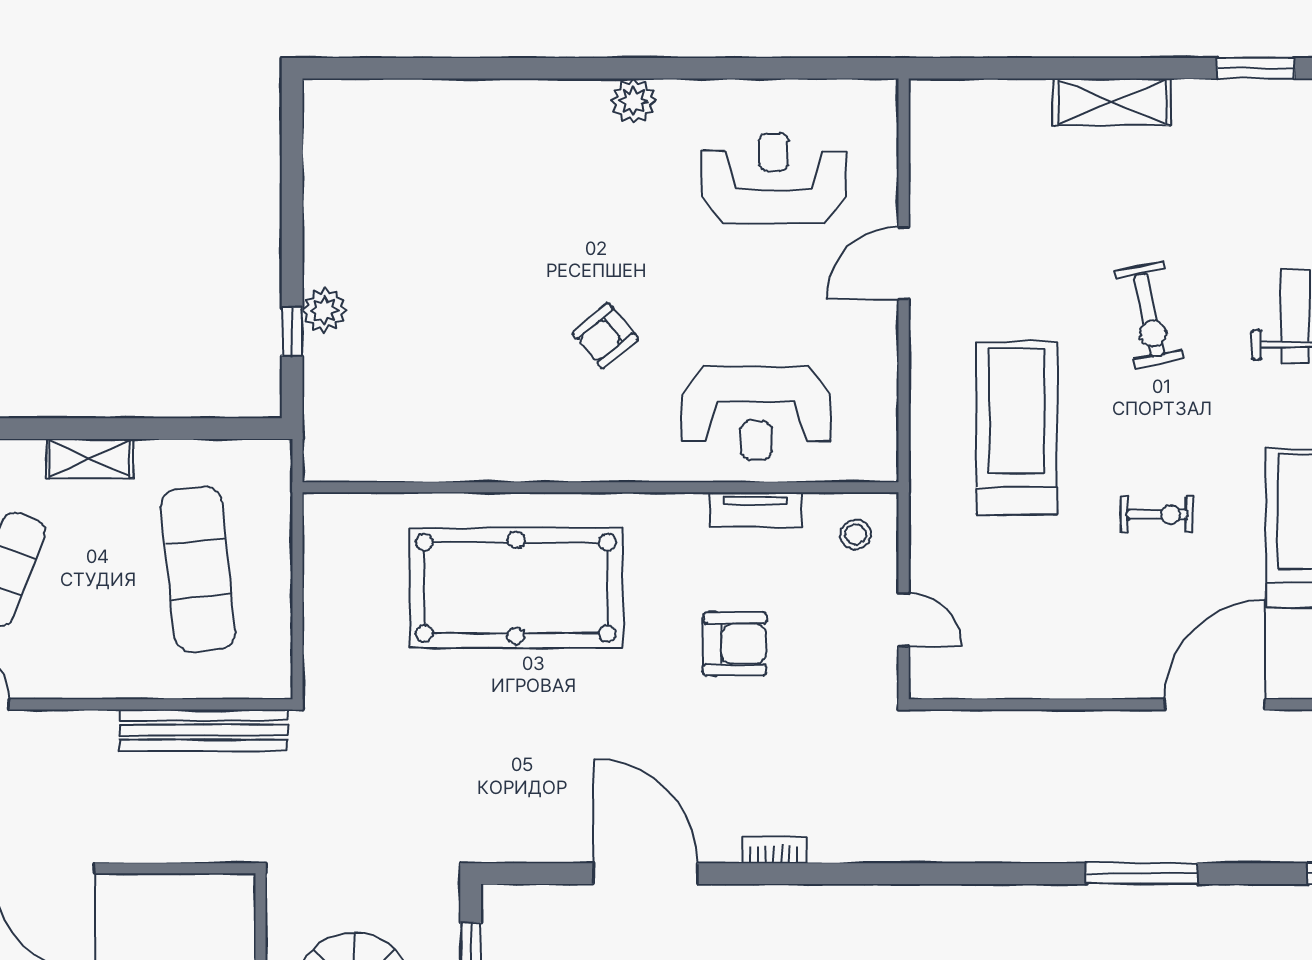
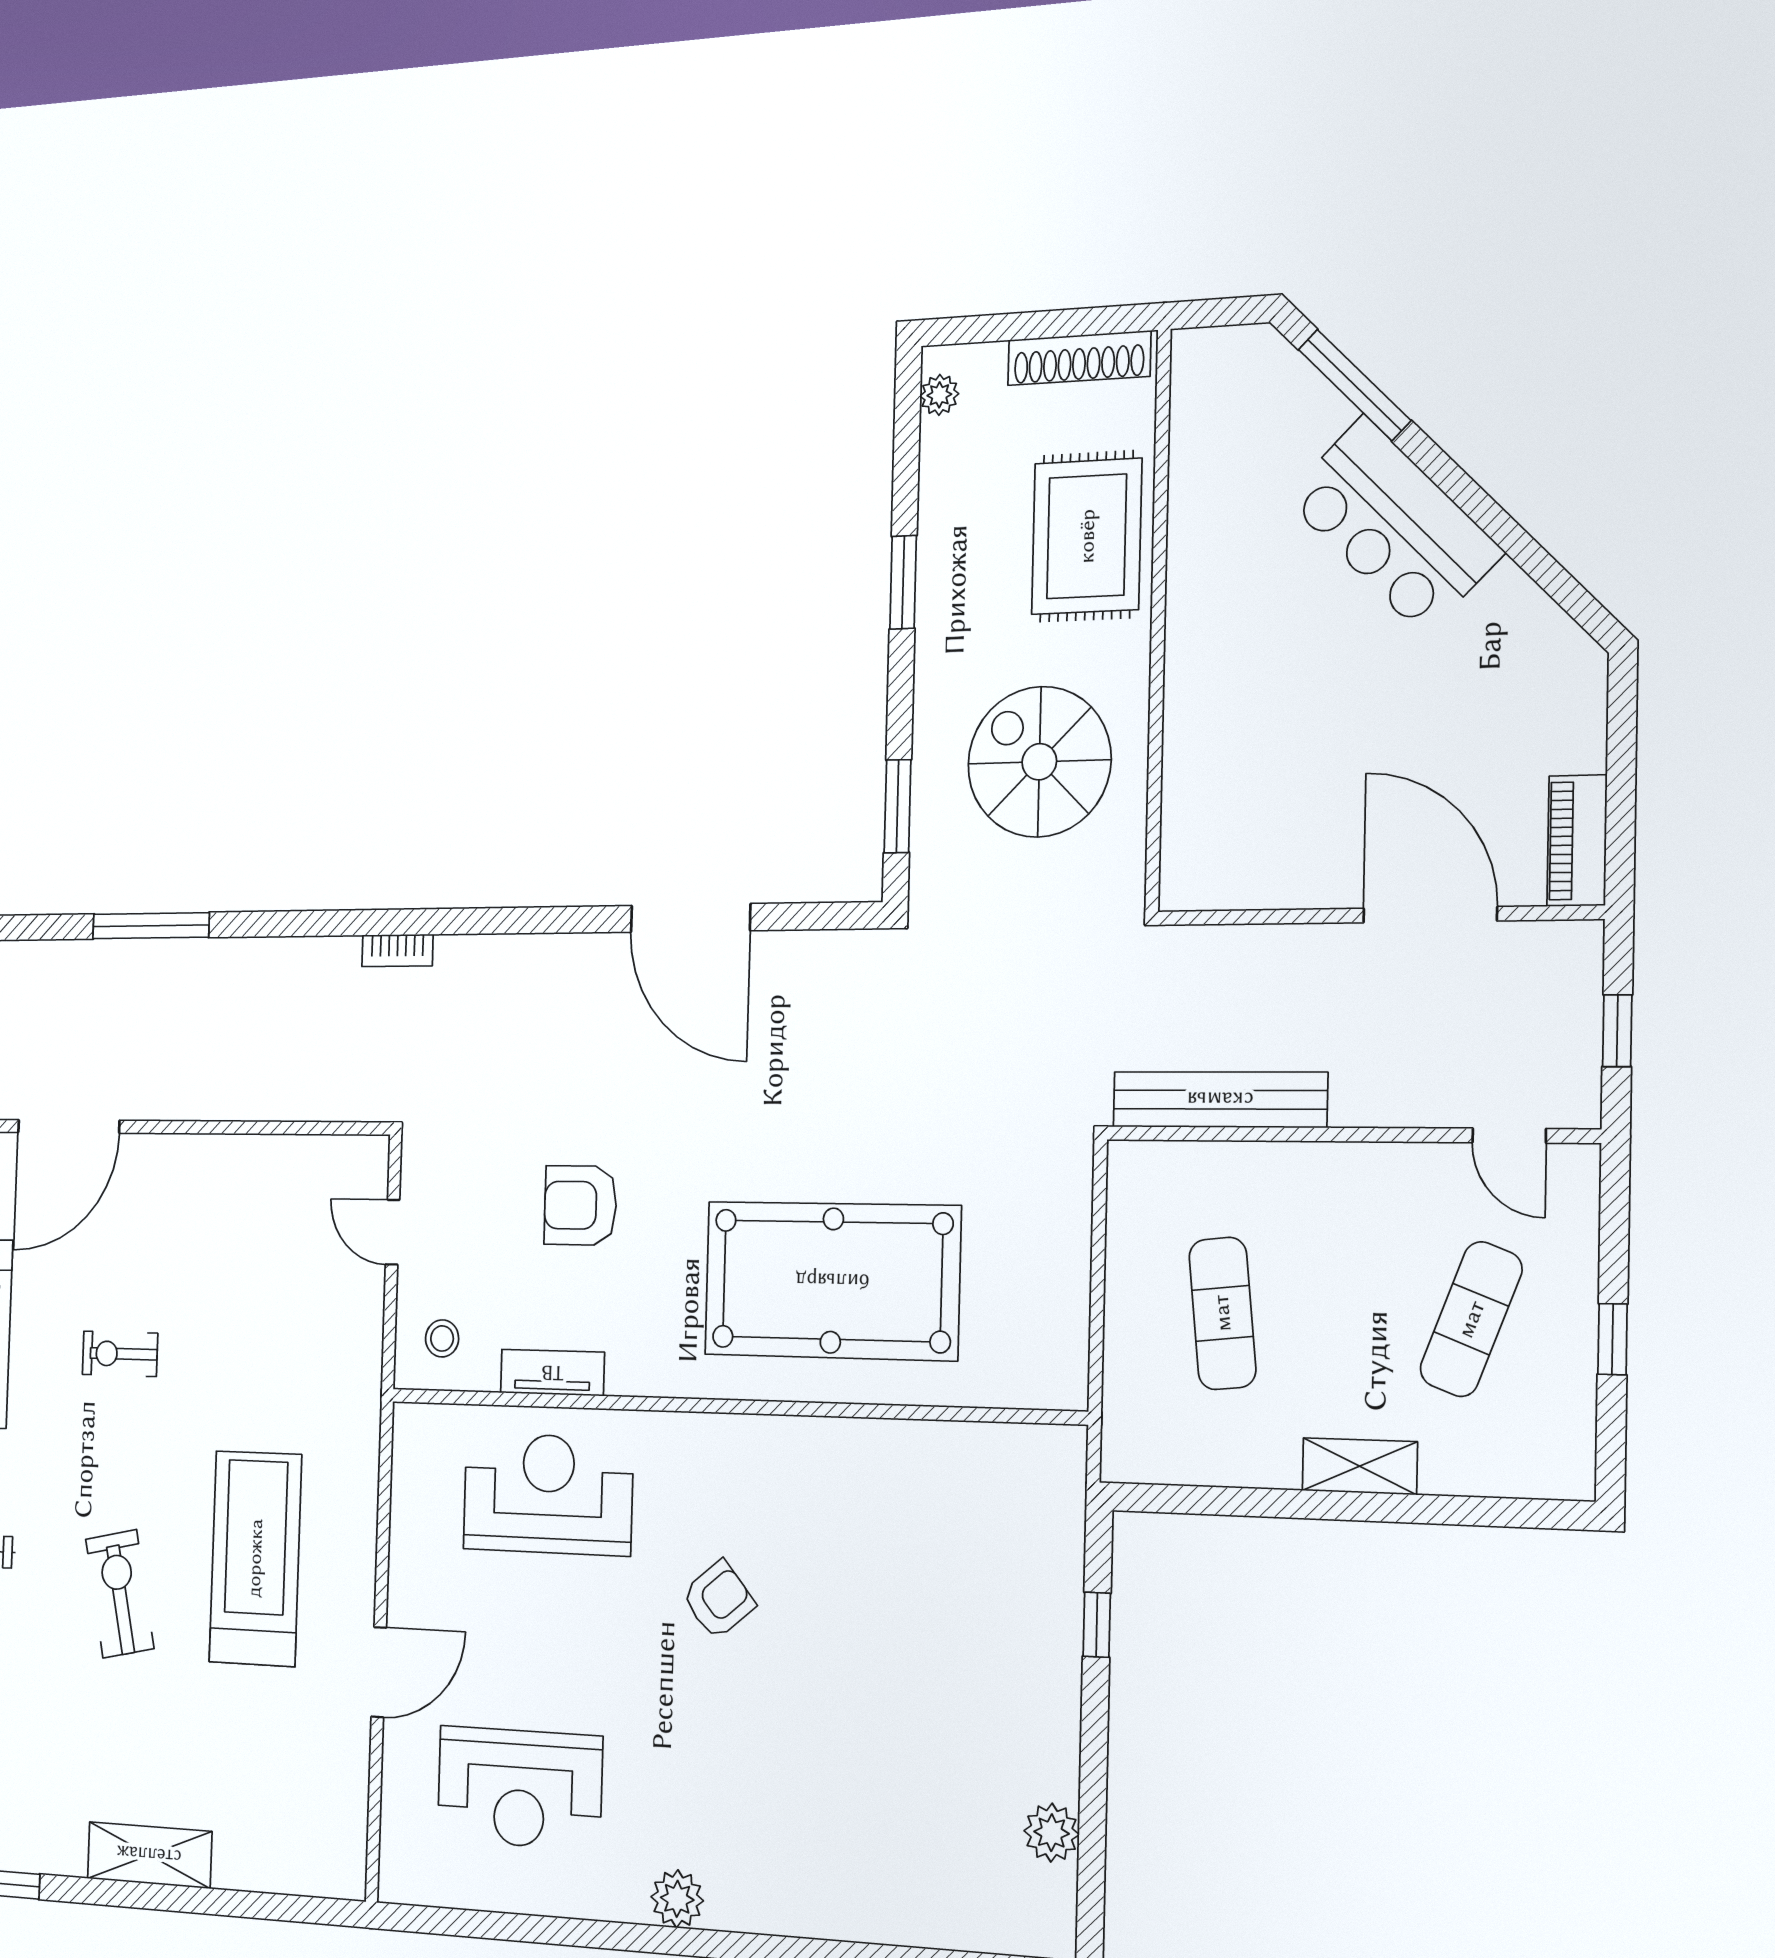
plant: (325, 310) -> (1052, 1833), moved
treadmill: (1017, 428) -> (255, 1558), moved, turned 180
exercise mat: (198, 569) -> (1222, 1313), width x0.73, depth x0.69
bookcase: (774, 850) -> (397, 950), moved

